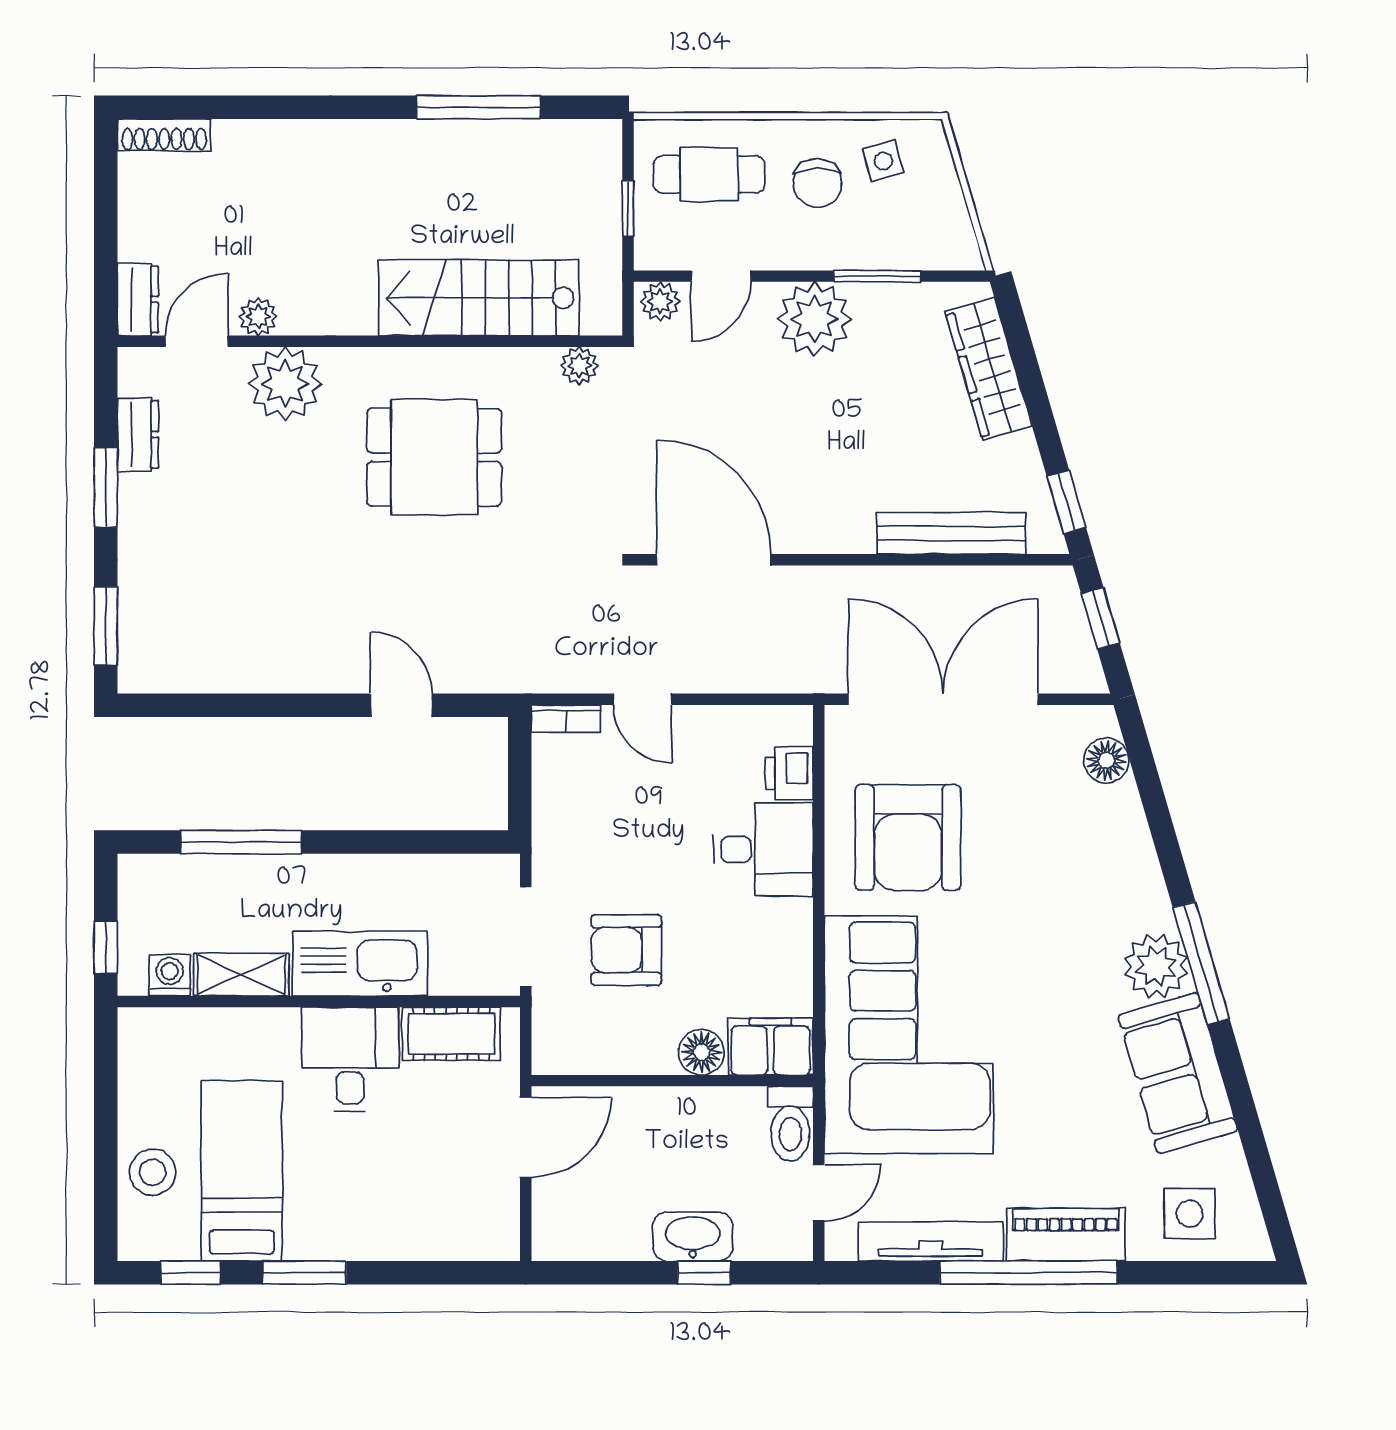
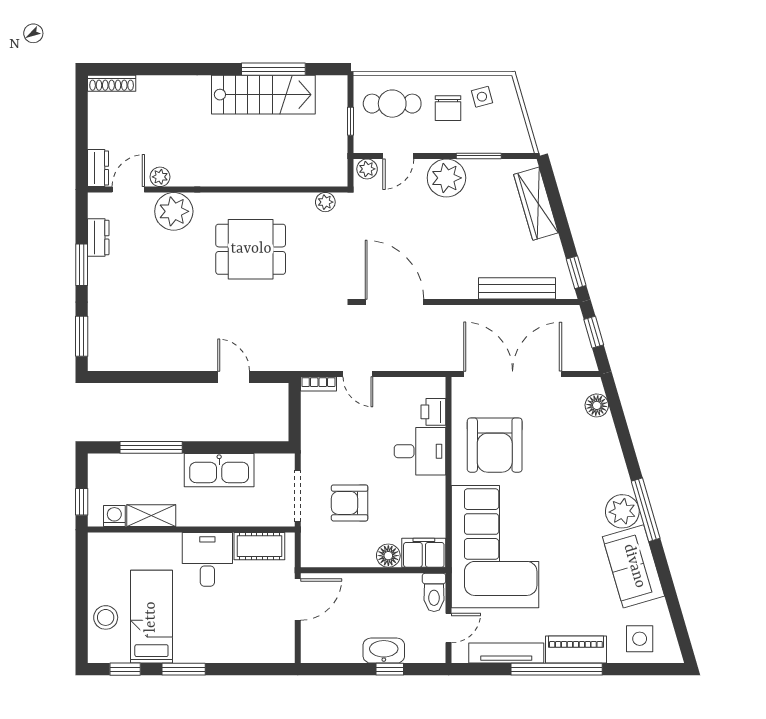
stairs: (479, 298) -> (263, 95), moved, turned 180
kitchen sink: (360, 964) -> (219, 470), moved, turned 180

